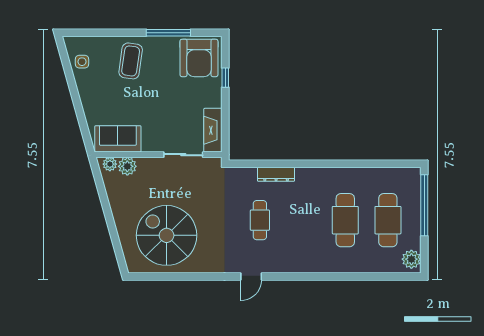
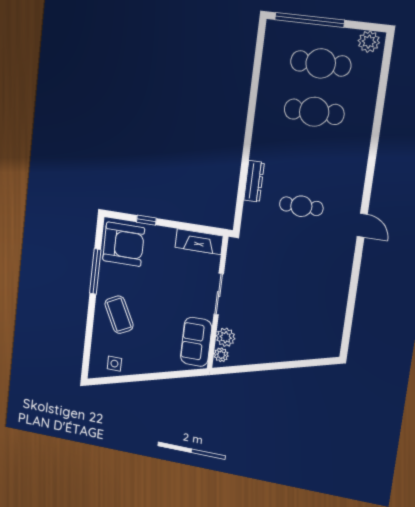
coffee table: (131, 61) -> (119, 315), turned 55
sliding door: (183, 155) -> (219, 294), moved
spiral stairs: (167, 235) -> (304, 309), removed

